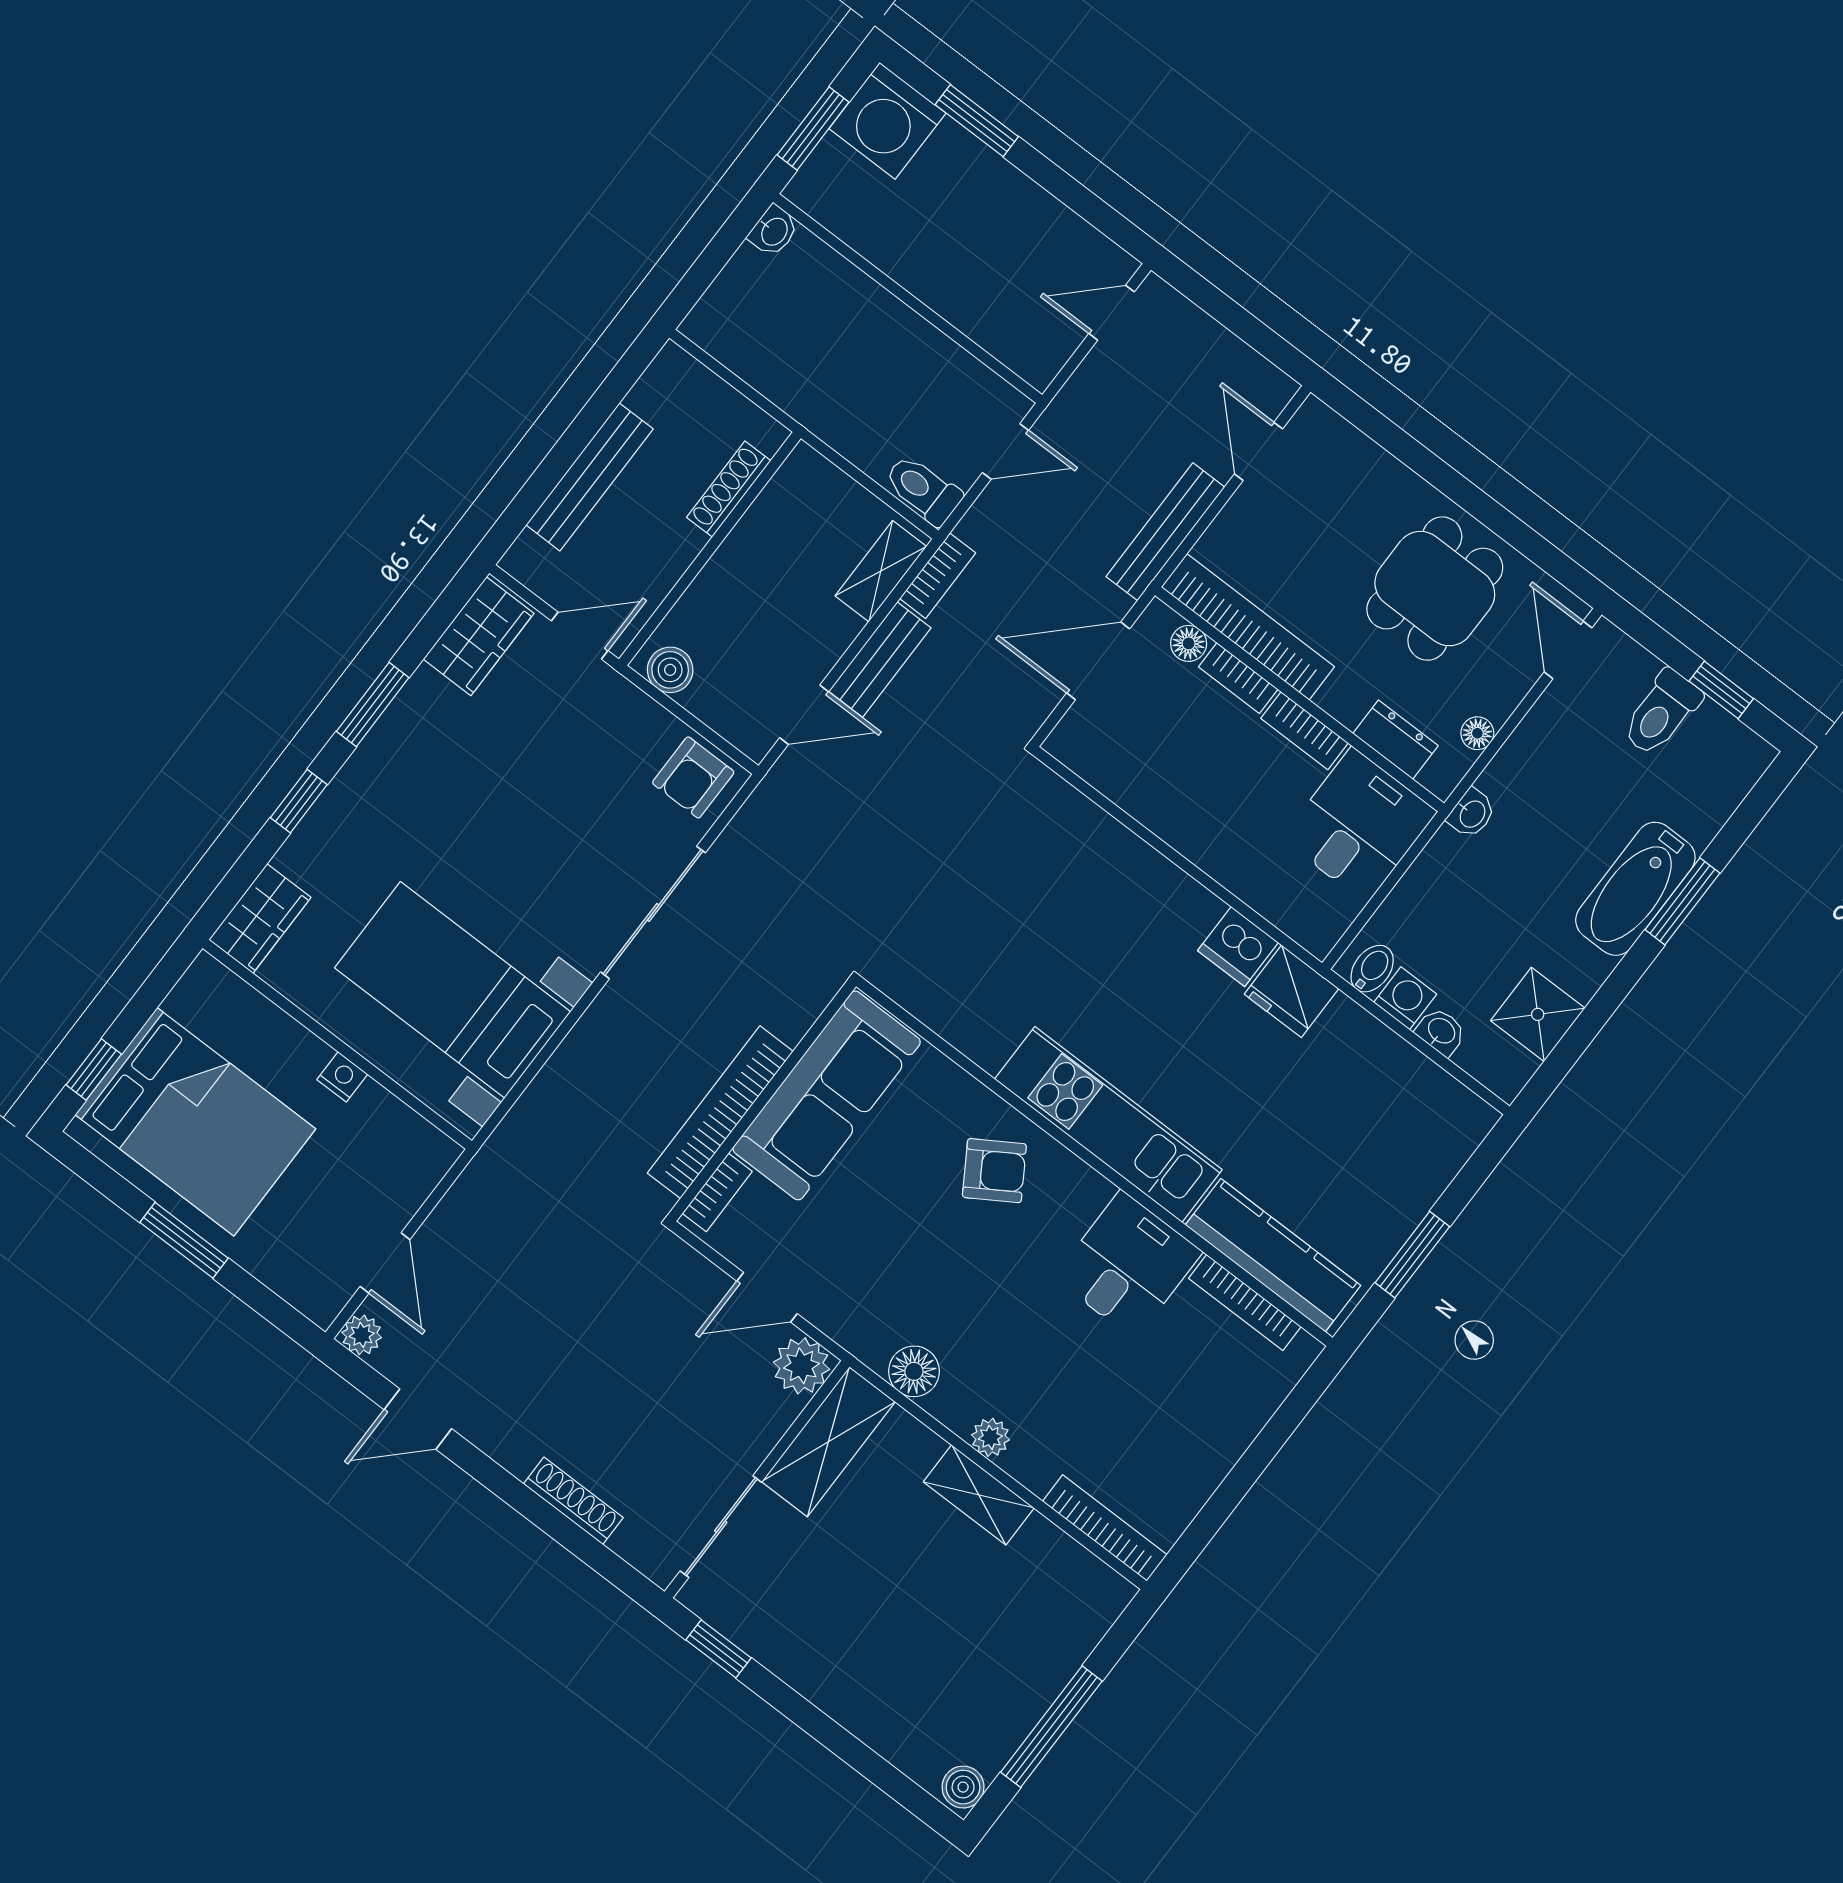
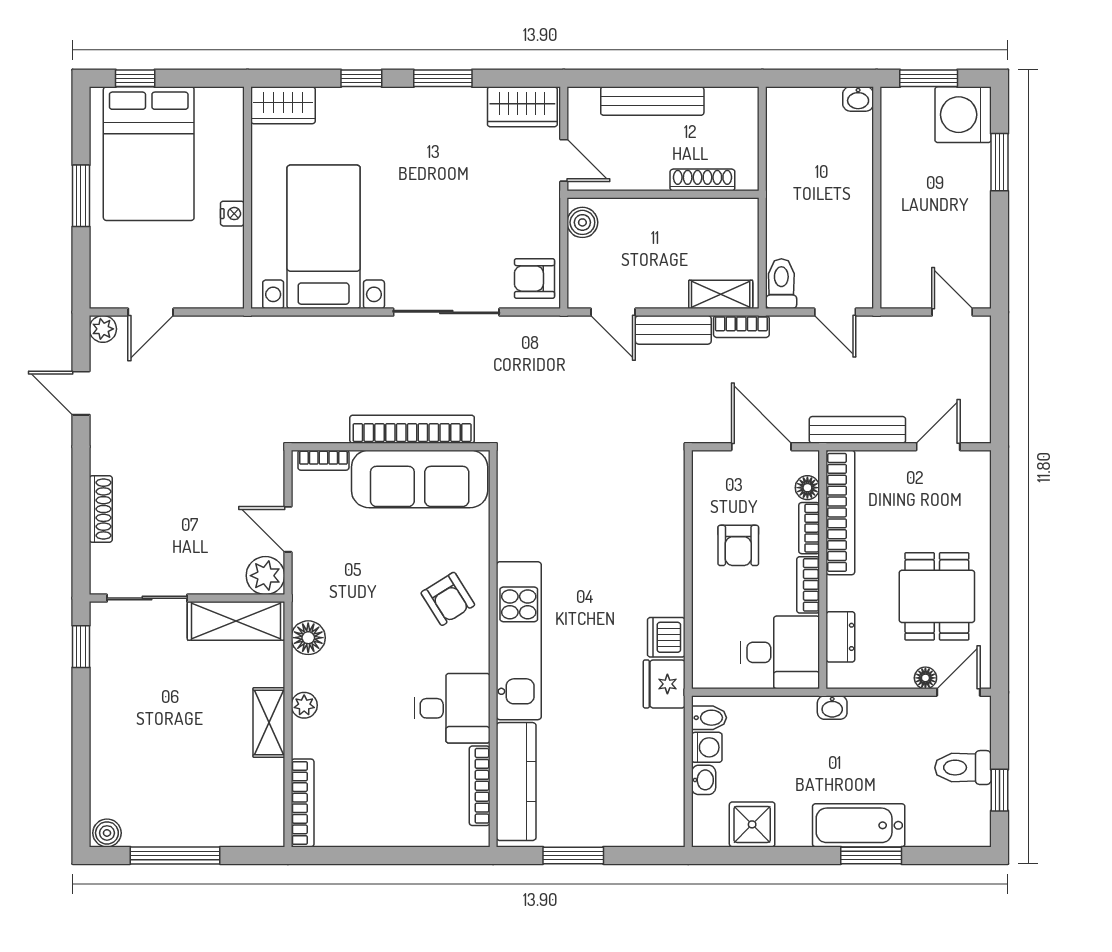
dining table: (1435, 589) -> (937, 596), turned 90
floor lamp: (1477, 733) -> (925, 678), moved
armchair: (1194, 778) -> (738, 545), added
bookcase: (720, 1112) -> (412, 429), moved

